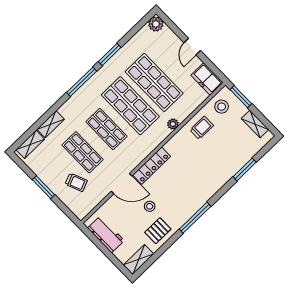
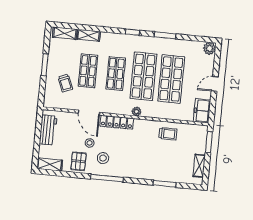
window: (82, 82) -> (133, 32), width x0.46
stool: (222, 107) -> (103, 158), moved
plant: (173, 124) -> (137, 112), moved
pallet: (158, 231) -> (78, 161), turned 90

